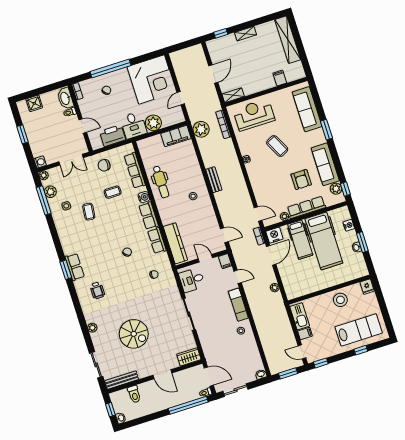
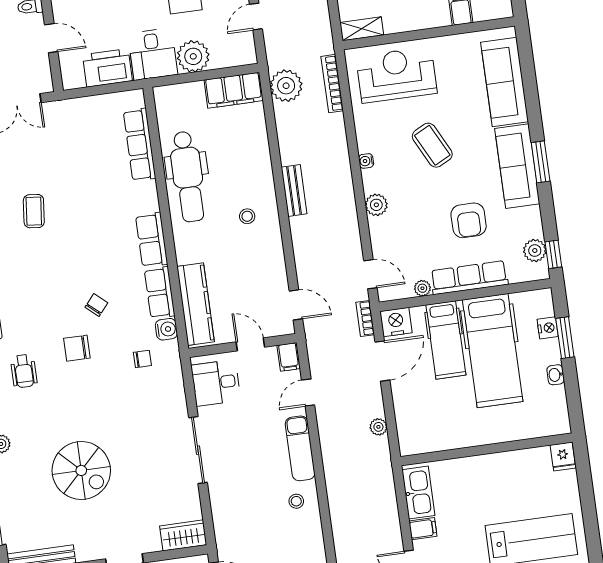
window: (326, 130) -> (541, 162), moved
sofa: (325, 164) -> (517, 166), moved
chair: (104, 165) -> (77, 348), moved
plant: (255, 180) -> (376, 205), added
dental chair: (161, 182) -> (188, 177), width x1.36, depth x1.38
coffee table: (113, 192) -> (88, 181), removed
water cooler: (144, 197) -> (166, 329), moved
window: (362, 242) -> (565, 338), moved
door: (238, 277) -> (308, 392), swing flipped
stool: (340, 300) -> (505, 474), removed

